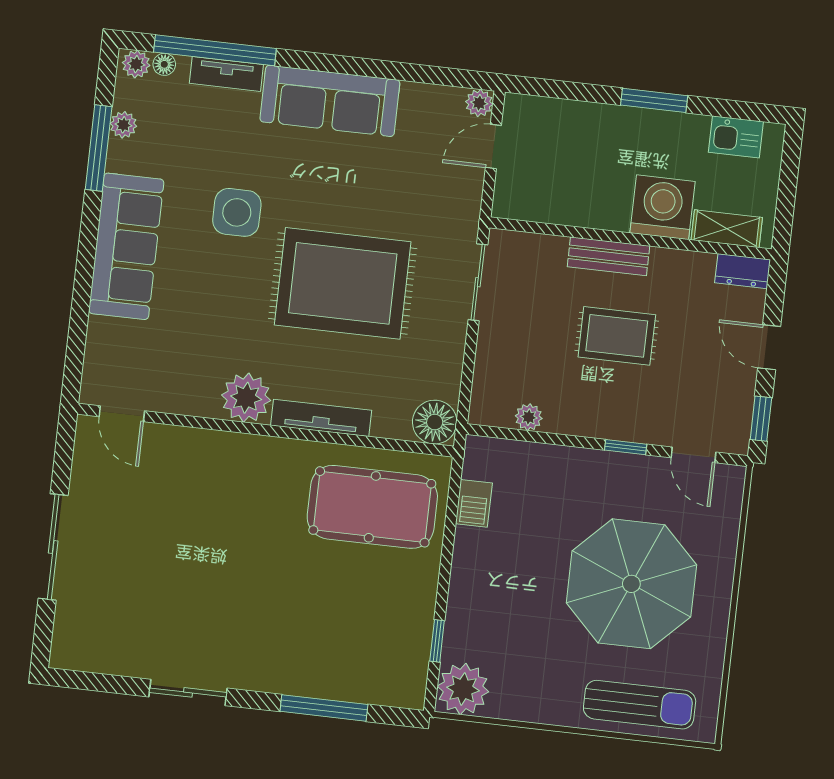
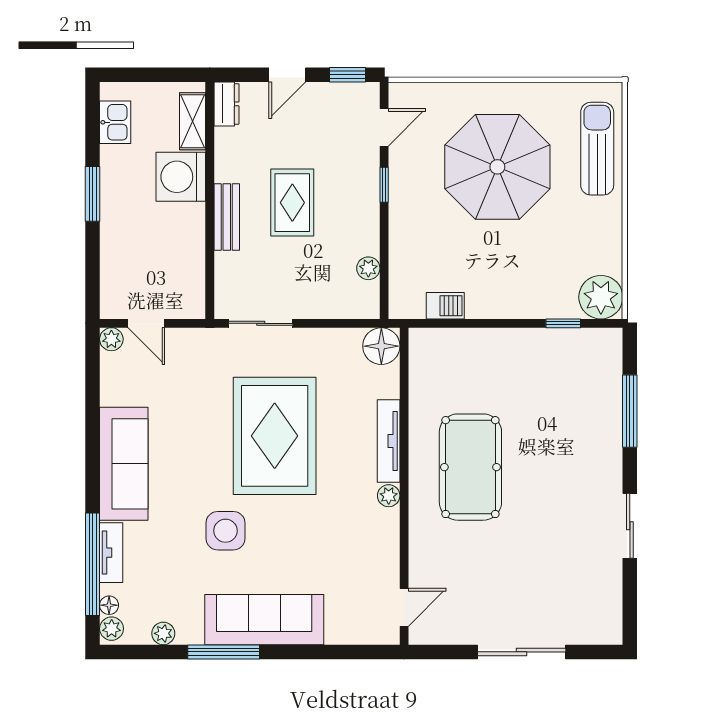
window: (99, 148) -> (224, 652), moved
plant: (246, 398) -> (389, 496), width x0.53, depth x0.53
pool table: (372, 507) -> (470, 467), moved

